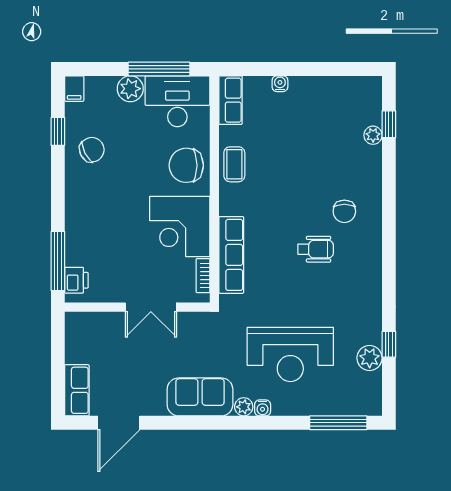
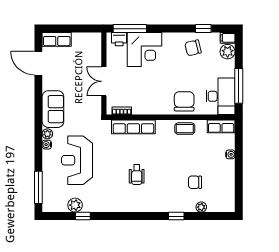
plant: (130, 89) -> (228, 52), moved
window: (389, 124) -> (176, 216), moved
chair: (92, 150) -> (193, 48), turned 103
chair: (344, 211) -> (195, 182), moved
corner desk: (180, 227) -> (145, 49), moved, turned 180

